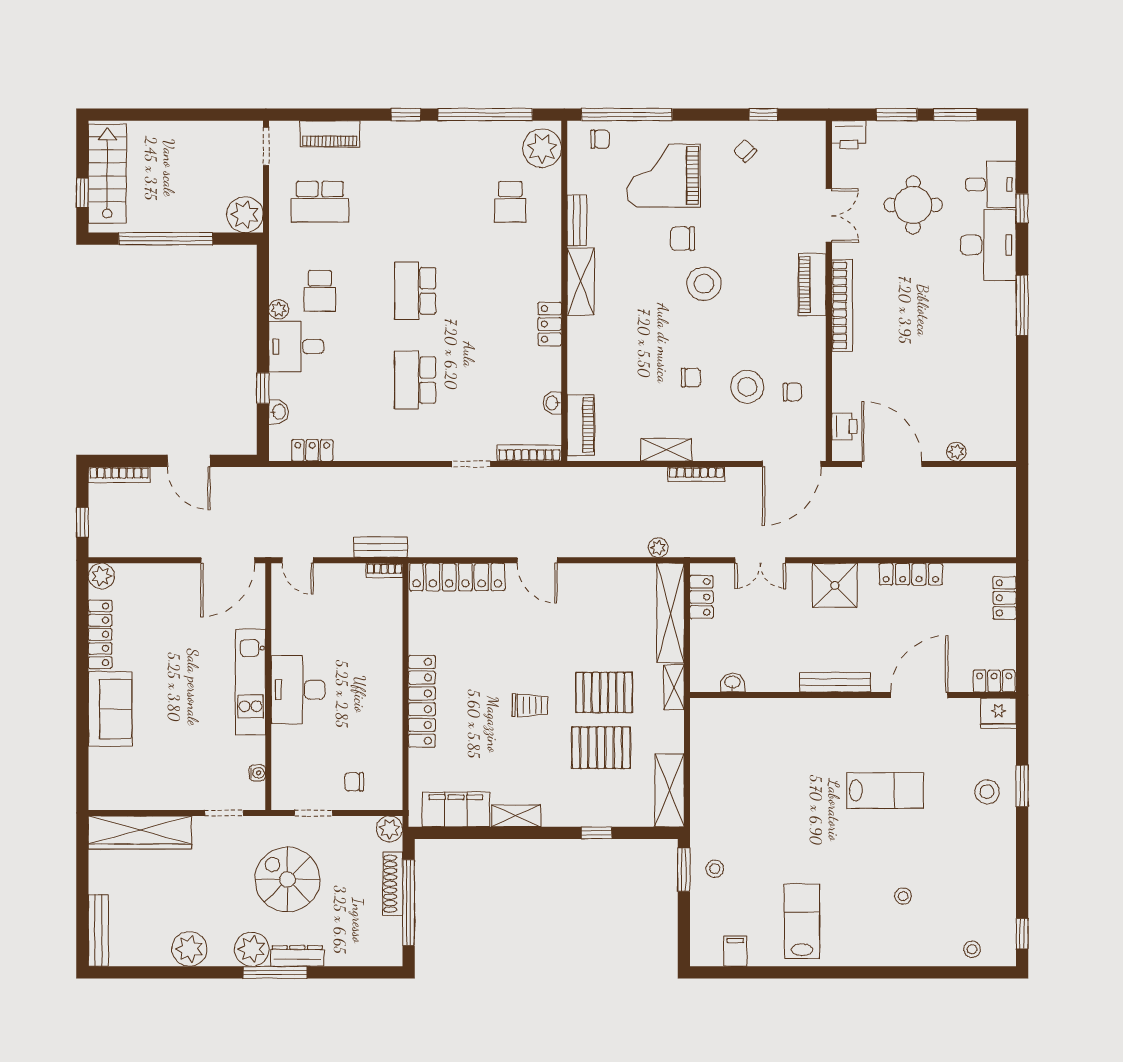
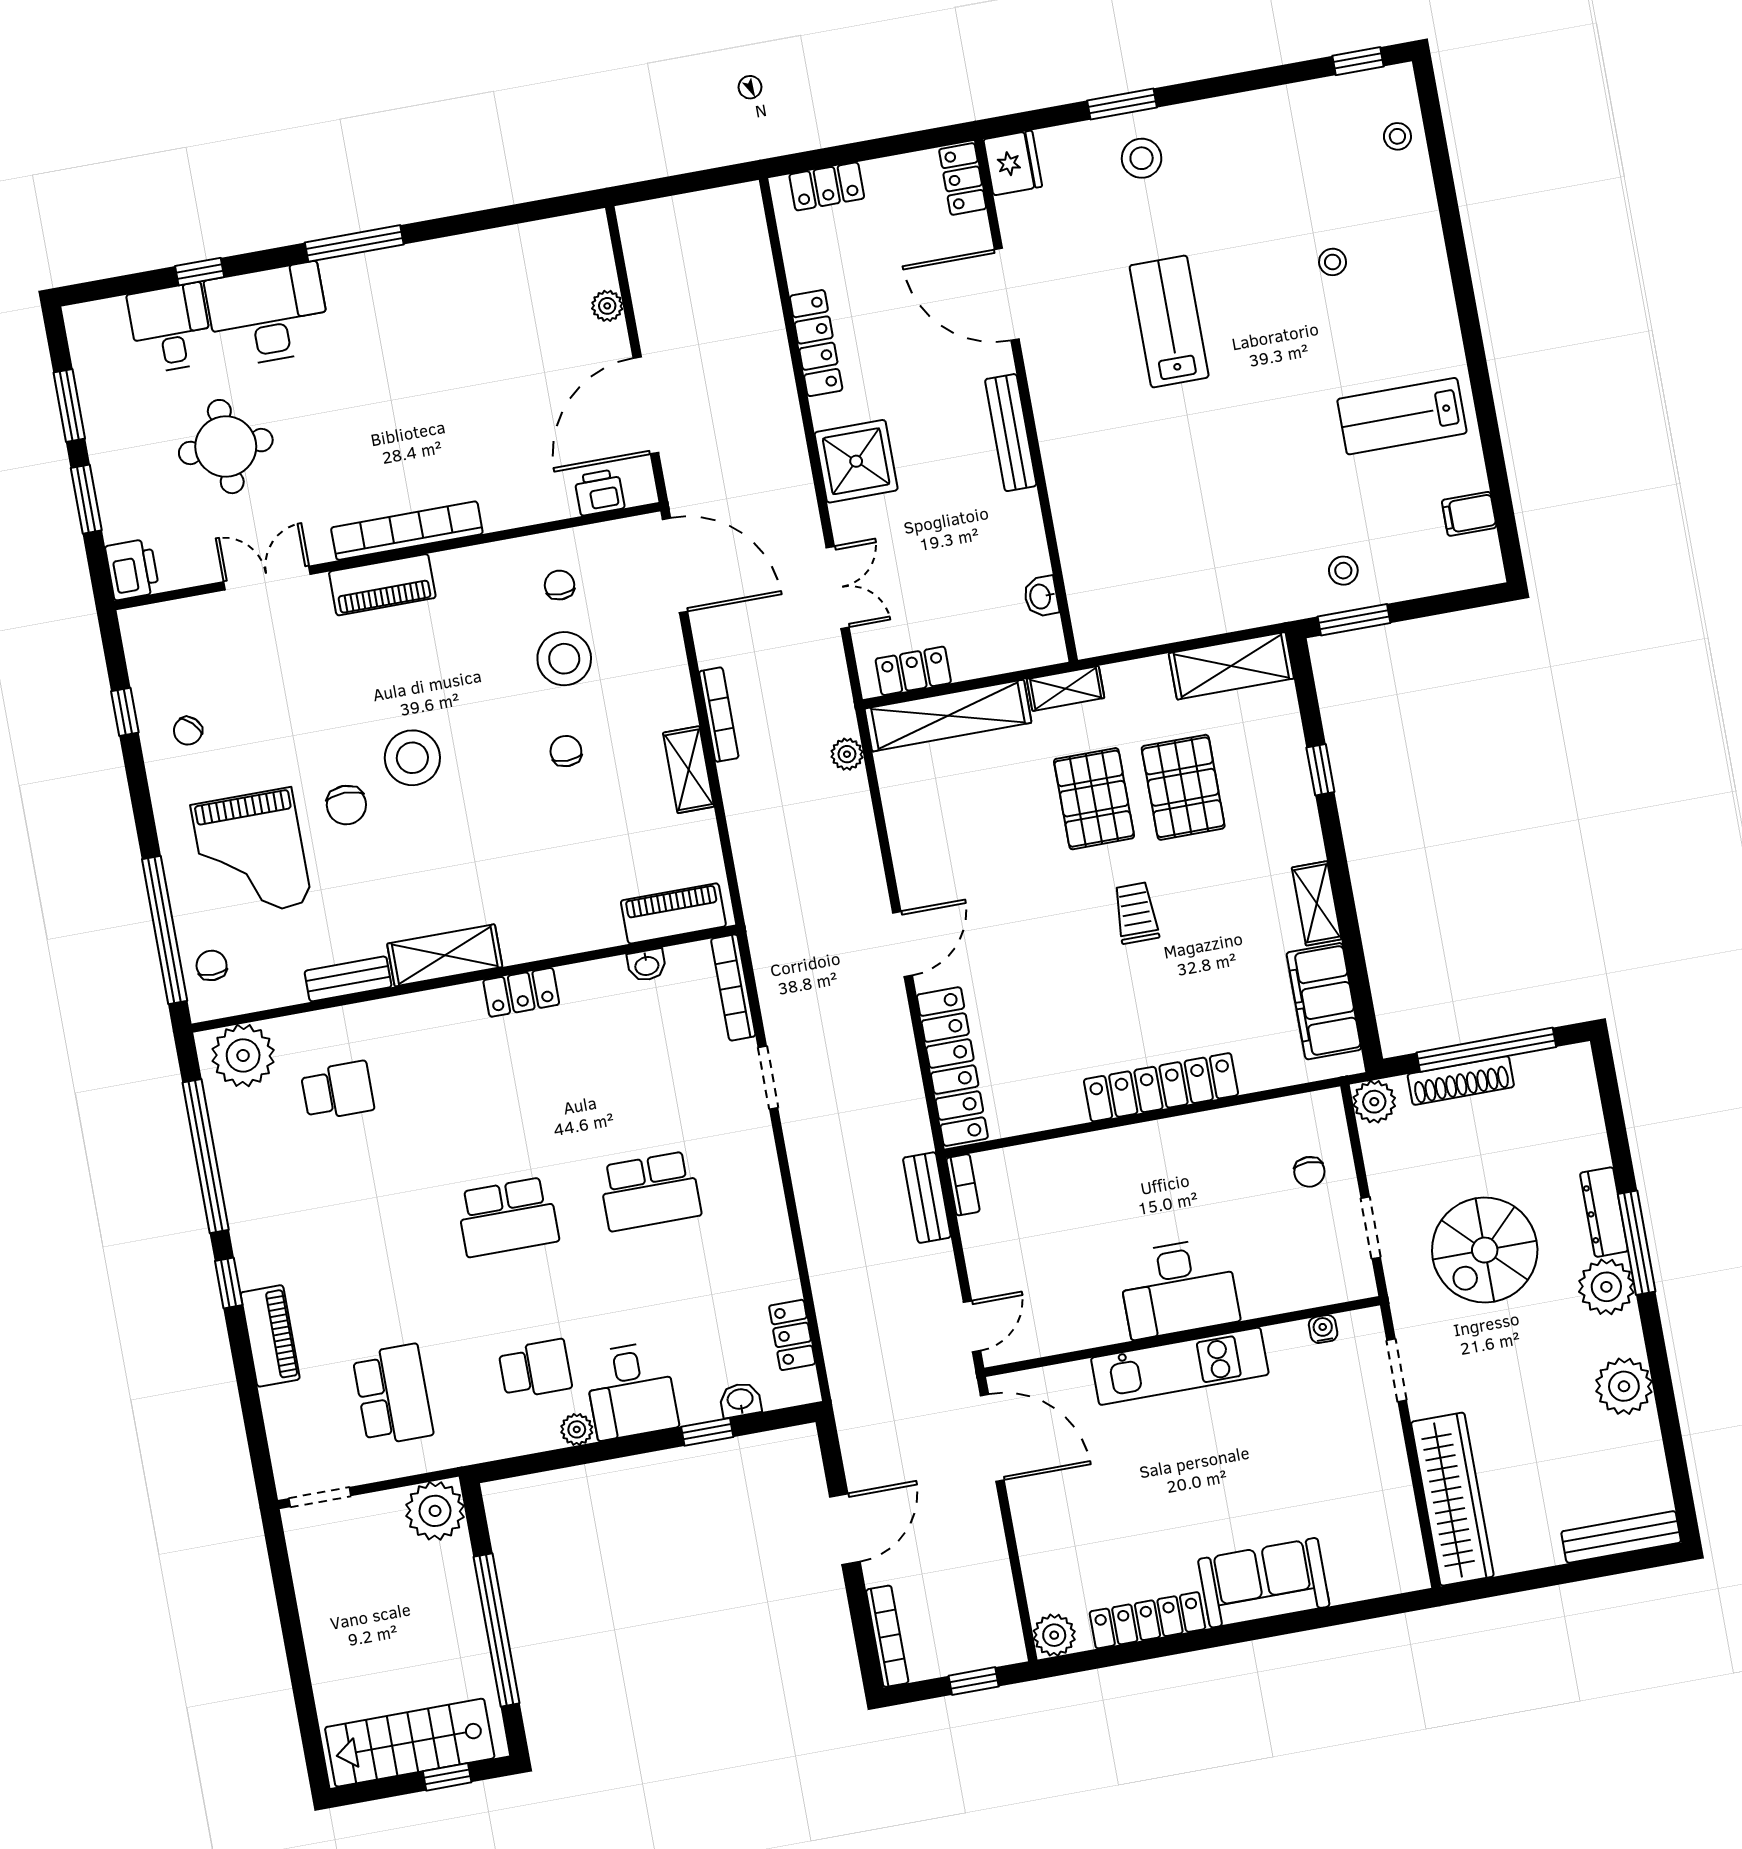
piano: (330, 134) -> (270, 1336), moved

